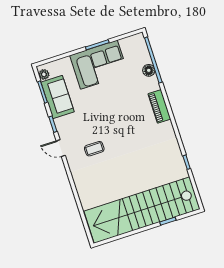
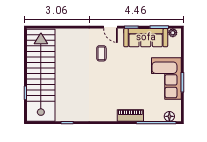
floor lamp: (149, 70) -> (169, 116), moved
sofa: (58, 97) -> (146, 38), width x1.36
piano: (159, 106) -> (130, 116), moved
door: (61, 148) -> (110, 27), swing flipped

